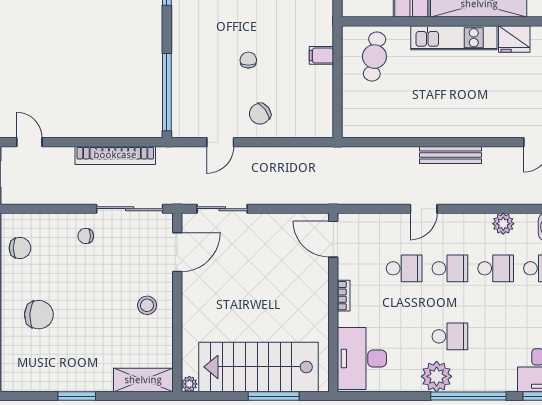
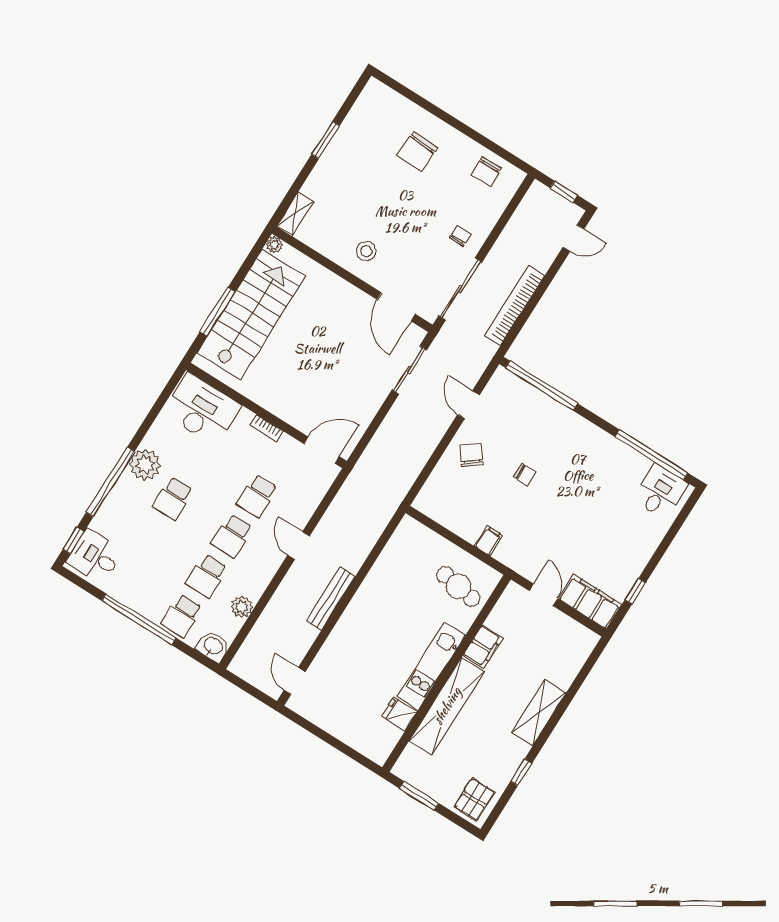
fridge: (514, 39) -> (399, 714), width x0.72
shelving: (143, 380) -> (295, 214), width x0.67, depth x0.75

